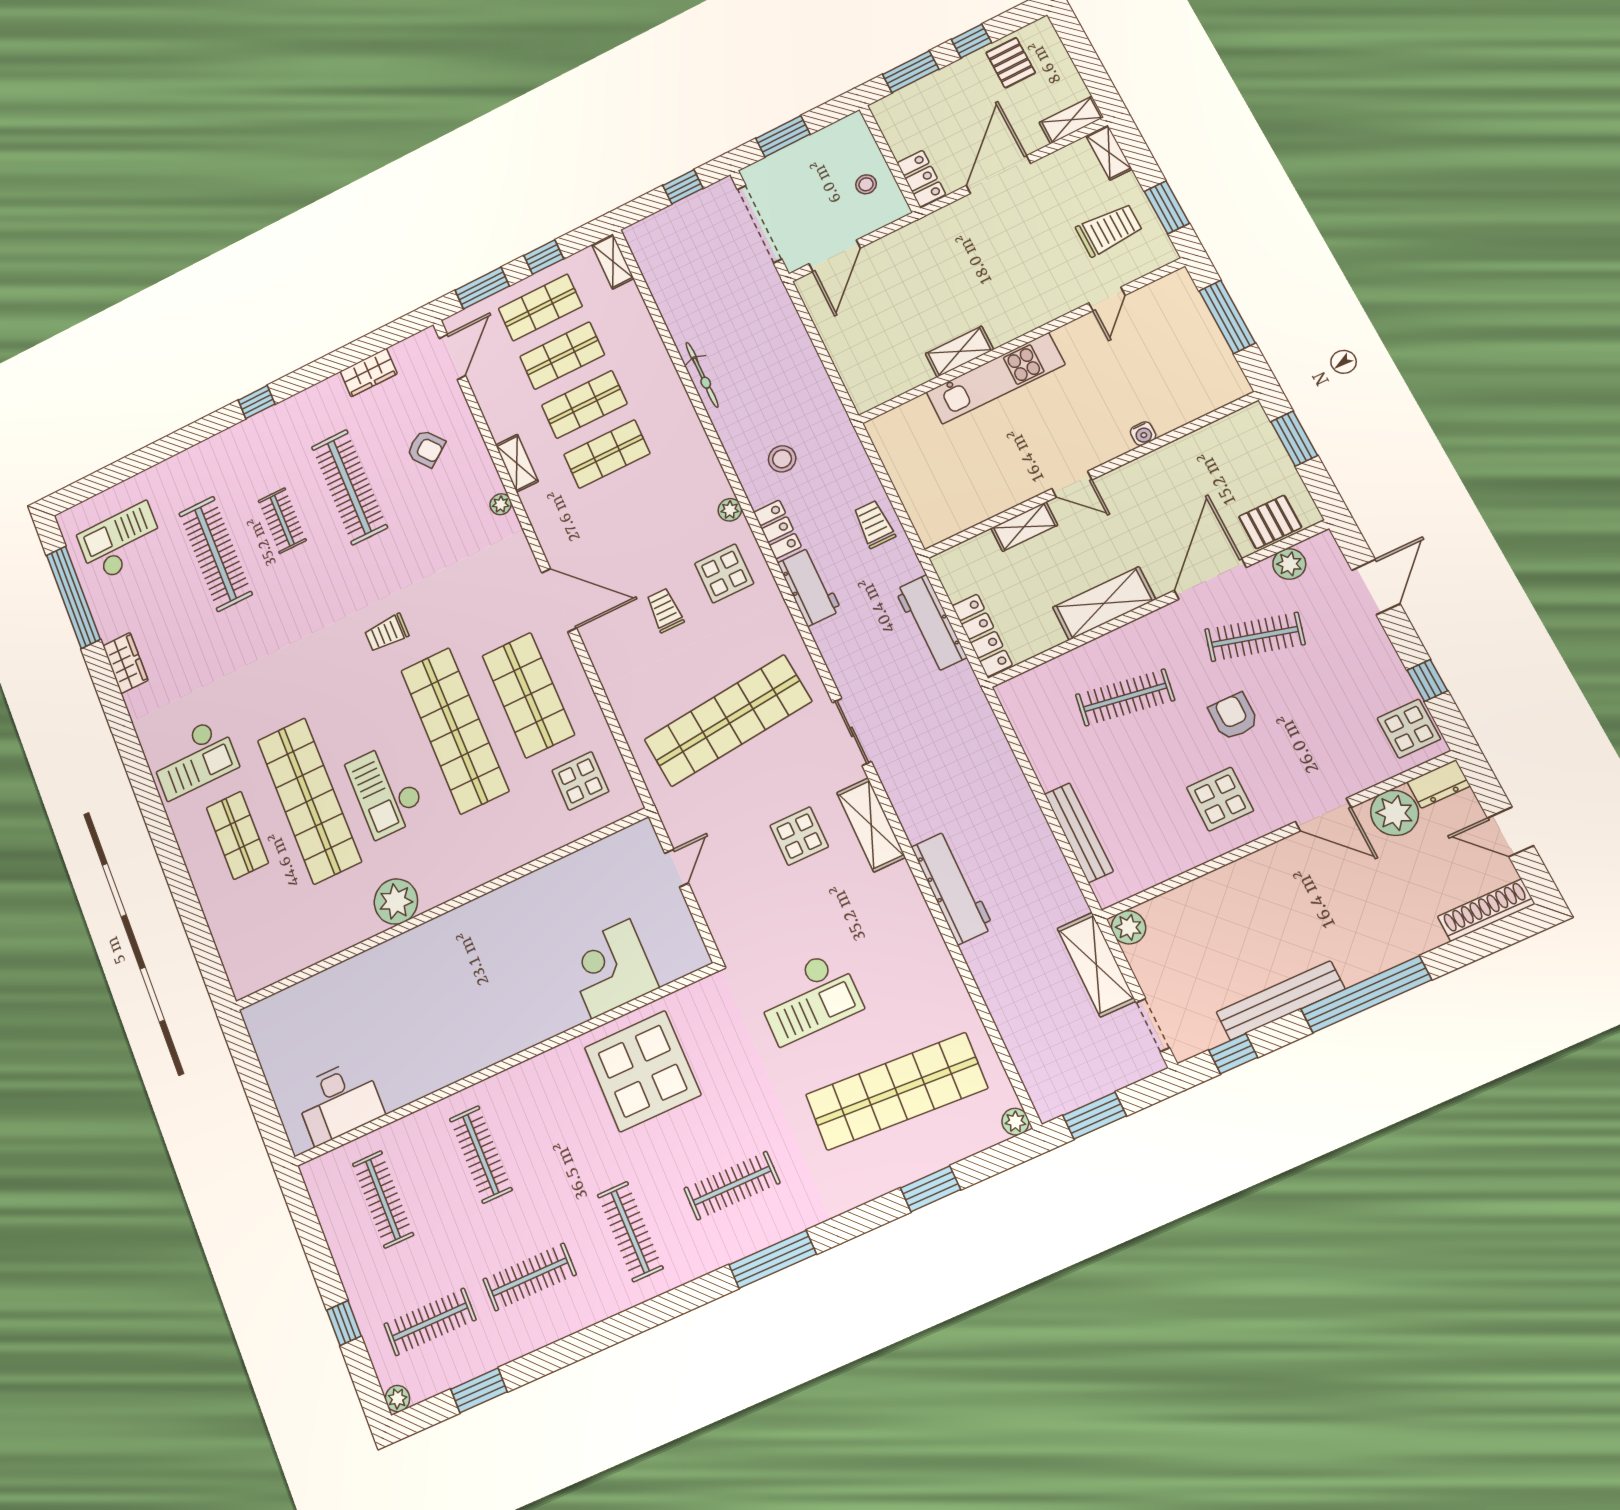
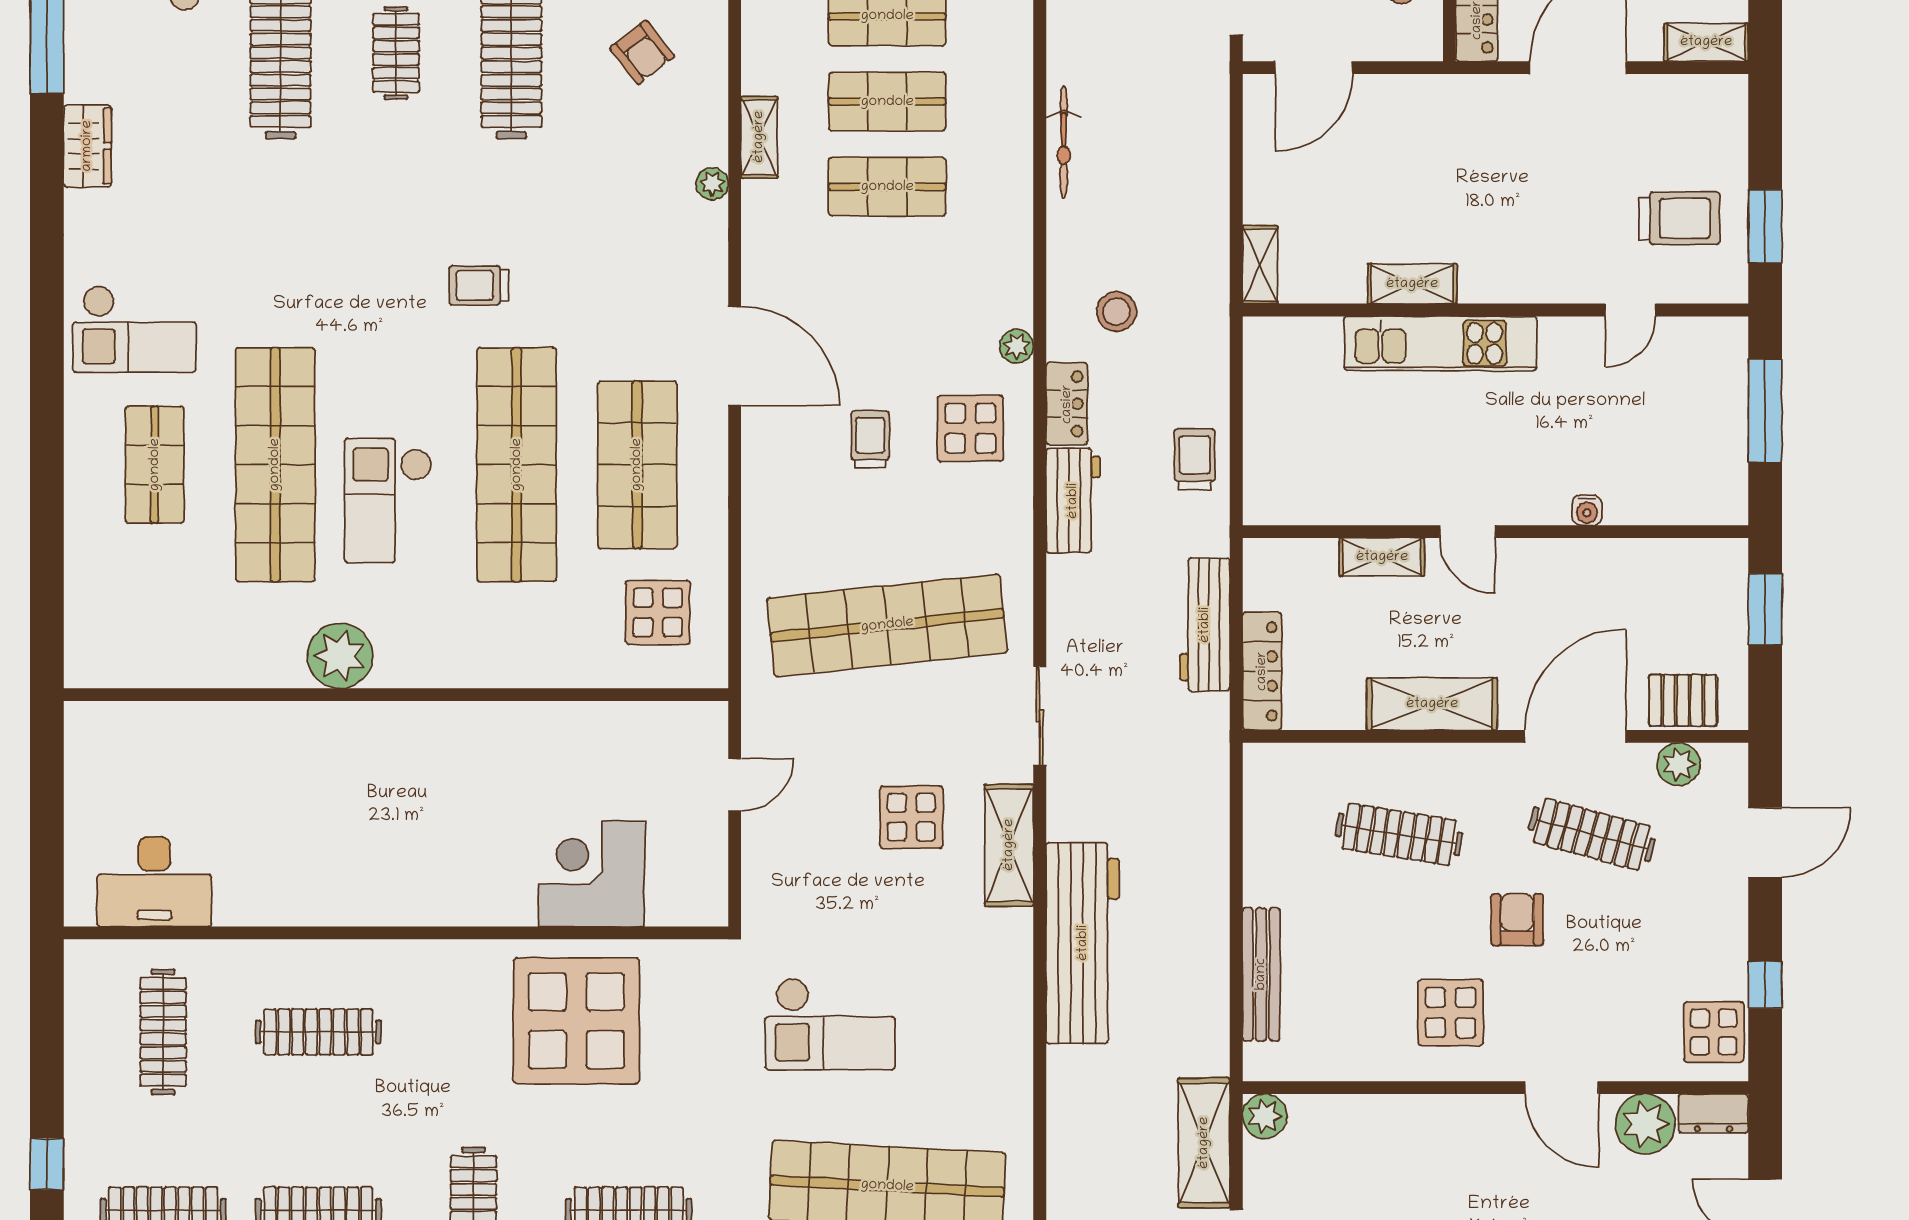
shelving: (1109, 152) -> (1260, 265), moved
workbench: (952, 887) -> (1083, 943), width x1.36, depth x1.32
clothes rail: (481, 1154) -> (318, 1032), turned 90

